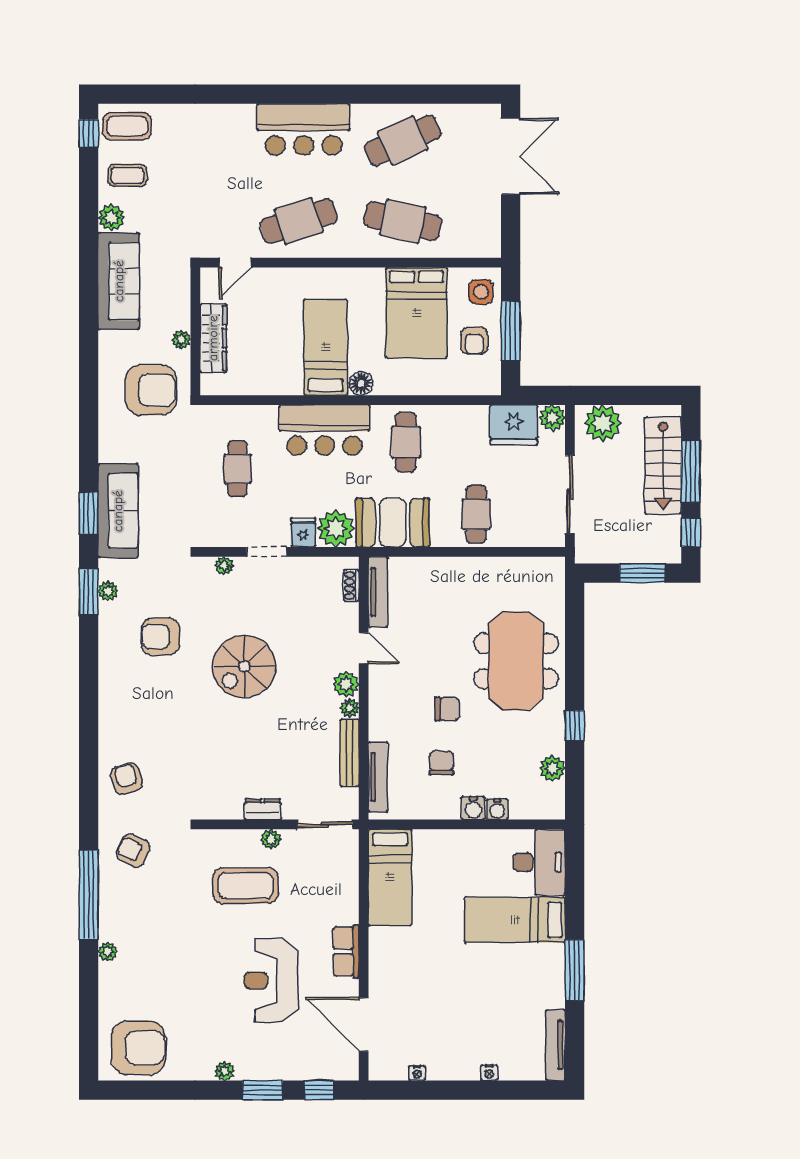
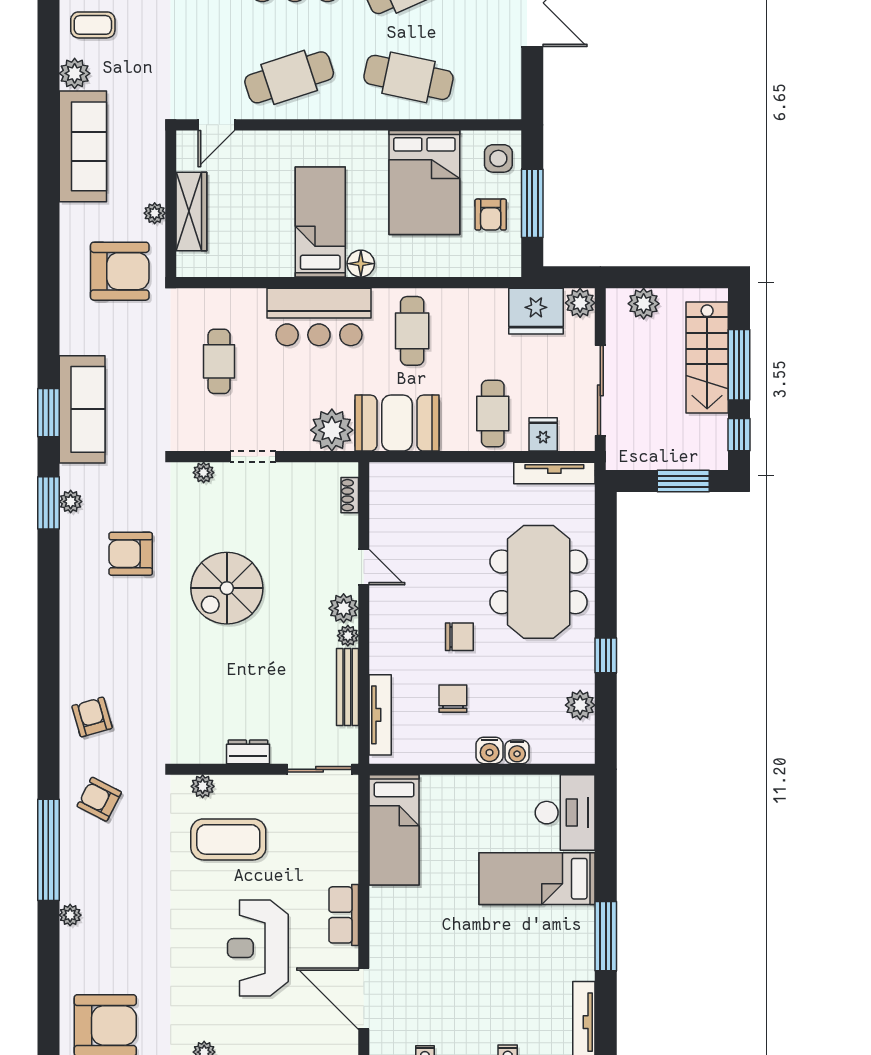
plant: (603, 423) -> (644, 304), width x0.73, depth x0.73
fridge: (303, 532) -> (543, 434), moved
tv unit: (378, 592) -> (554, 473), moved, turned 90
plant: (271, 839) -> (203, 786), moved

